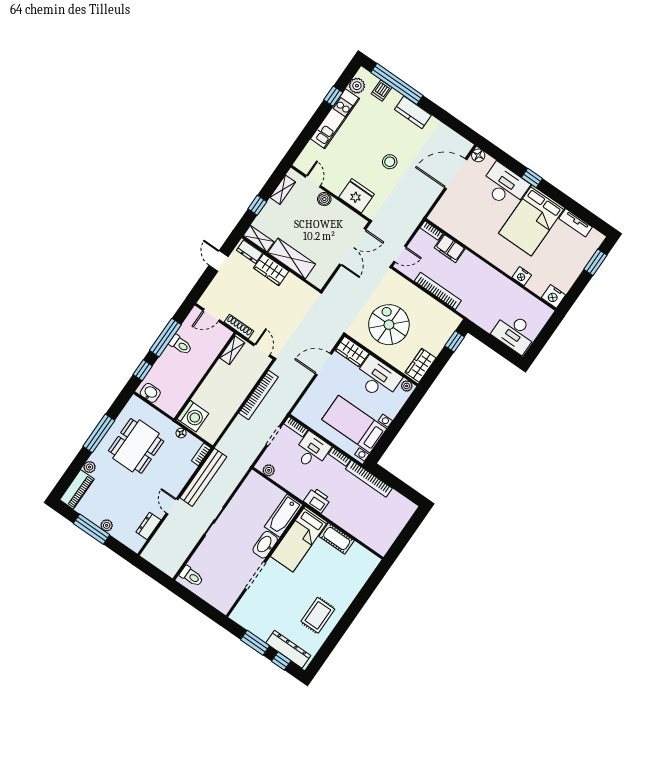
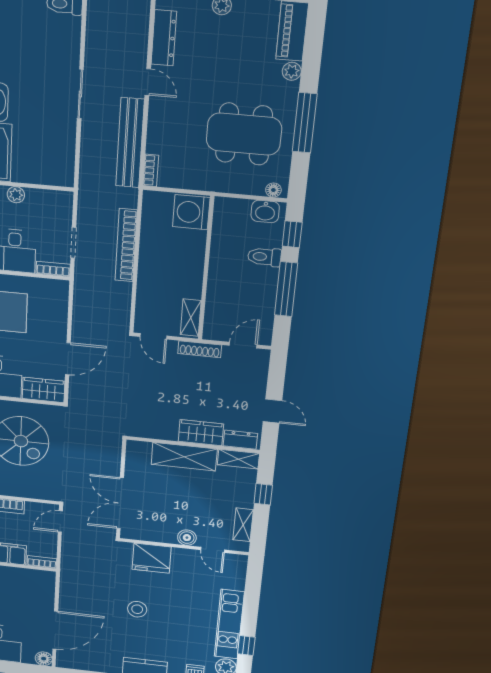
toilet: (181, 345) -> (264, 257), moved
bookcase: (259, 395) -> (126, 245), moved
floor lamp: (181, 433) -> (273, 190), moved
dining table: (136, 446) -> (244, 134), turned 90
plant: (269, 470) -> (16, 195), moved
dresser: (148, 526) -> (164, 38), width x1.44

